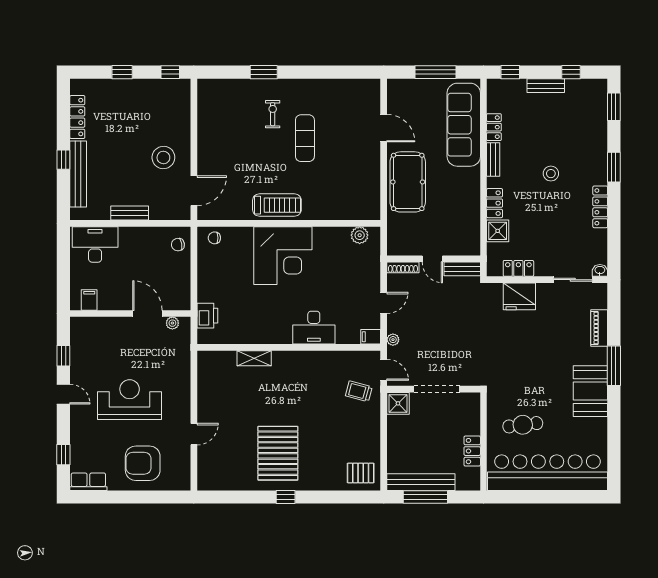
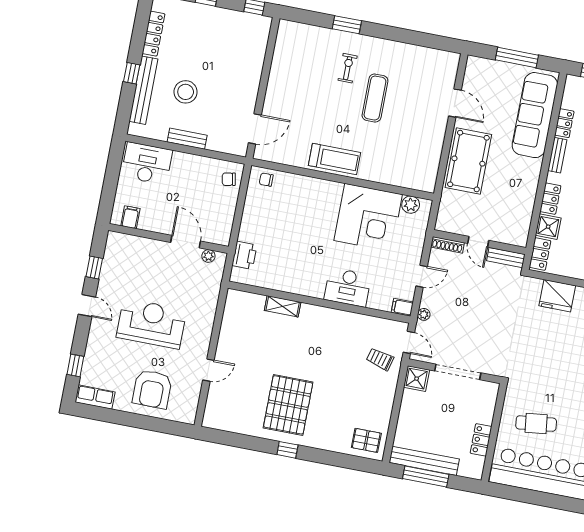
stool: (163, 157) -> (186, 92), moved
corner desk: (283, 256) -> (368, 217), moved
locker: (518, 268) -> (540, 254), moved, turned 90
armchair: (143, 463) -> (152, 389), turned -90

